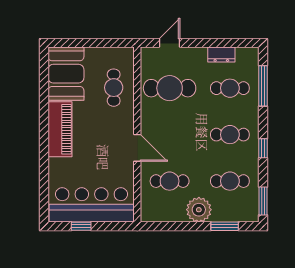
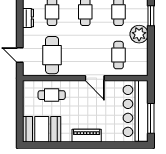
piano: (60, 129) -> (87, 136), width x0.73, depth x0.75
door: (137, 148) -> (95, 78), swing flipped
window: (81, 226) -> (151, 118), width x2.17

